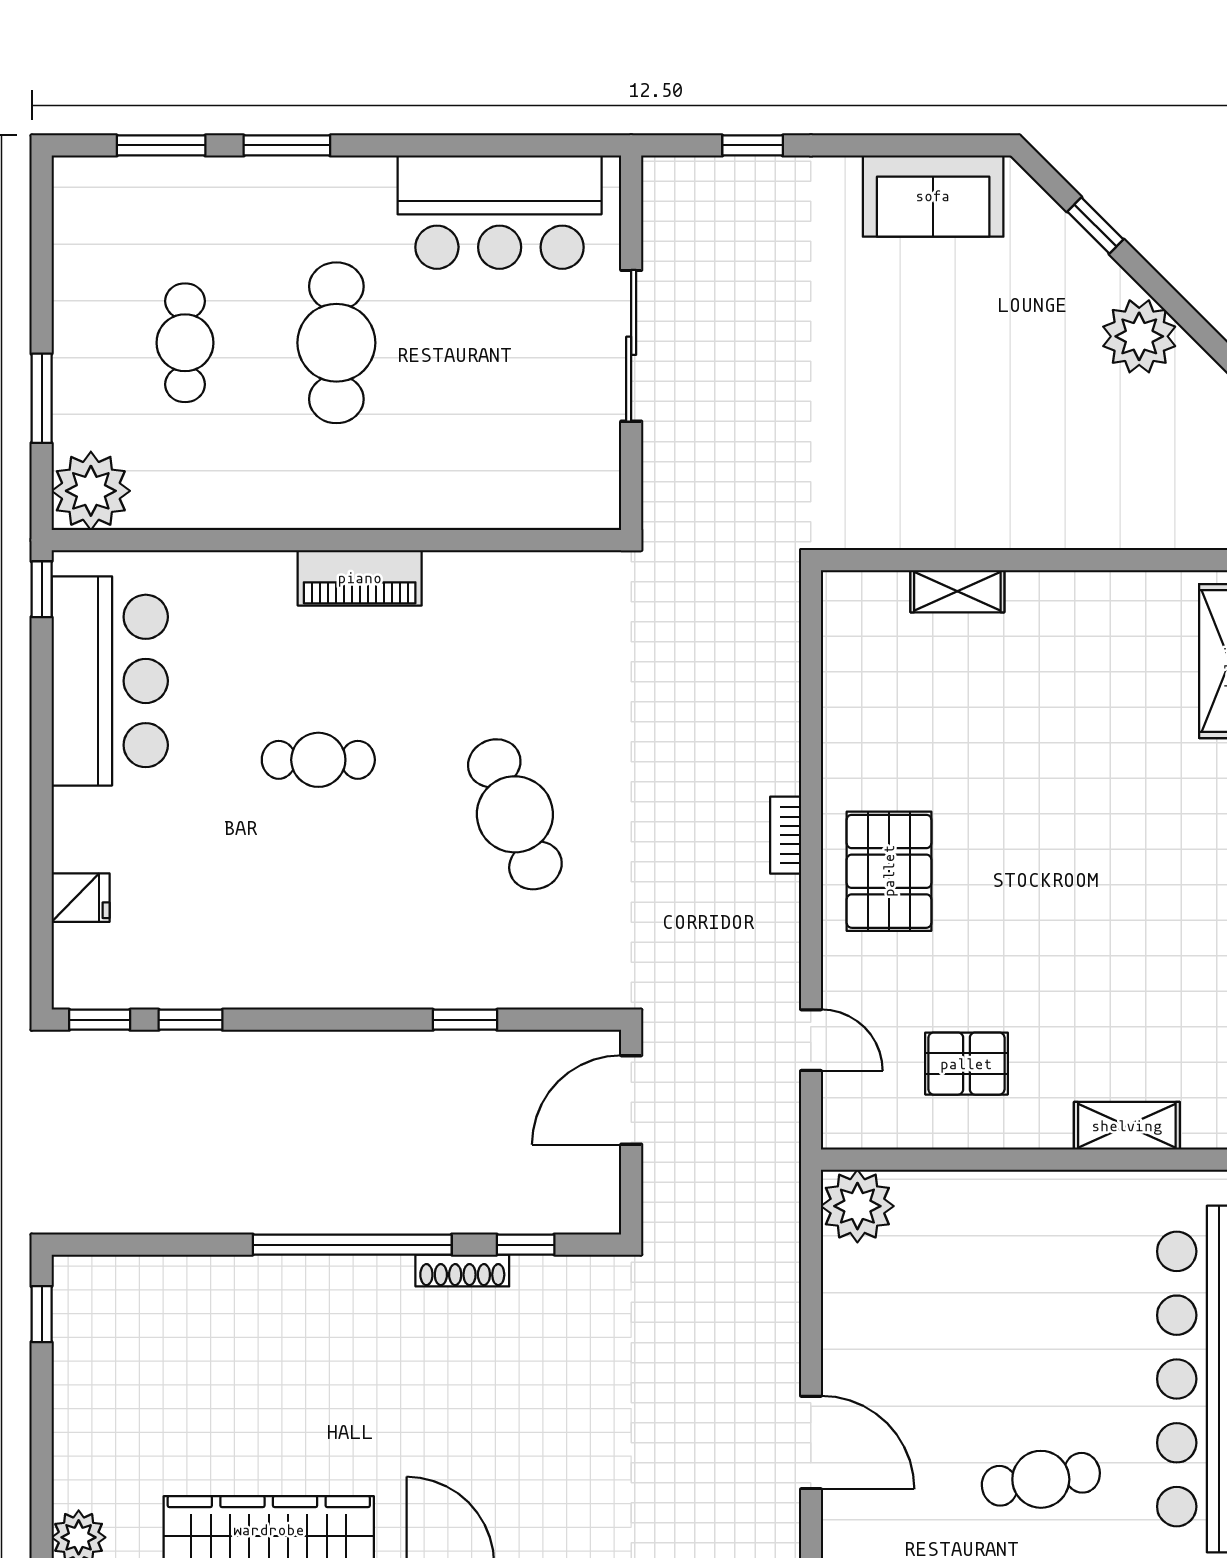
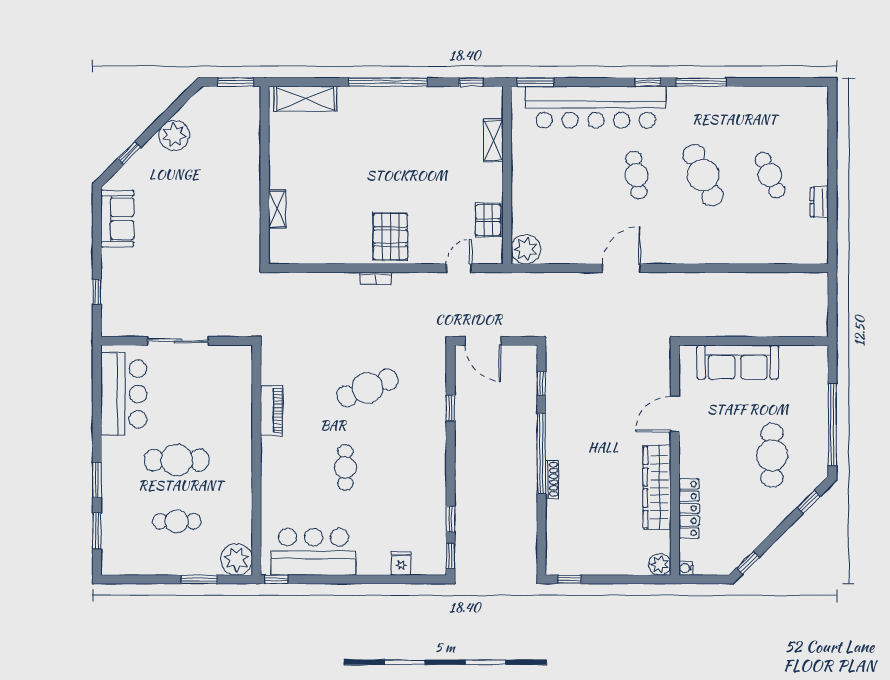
piano: (360, 578) -> (272, 411), moved
pallet: (889, 871) -> (390, 237), turned 90
pallet: (966, 1064) -> (488, 220), moved
shoe rack: (462, 1270) -> (552, 479), moved

